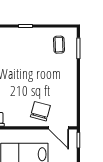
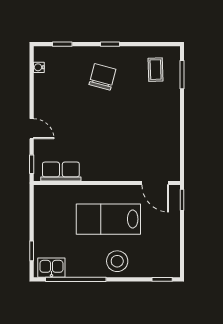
chair: (40, 111) -> (102, 77), moved

